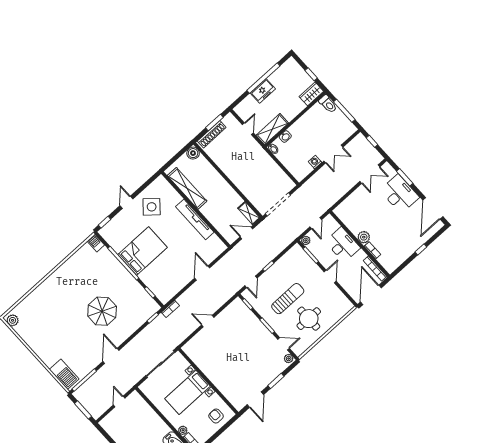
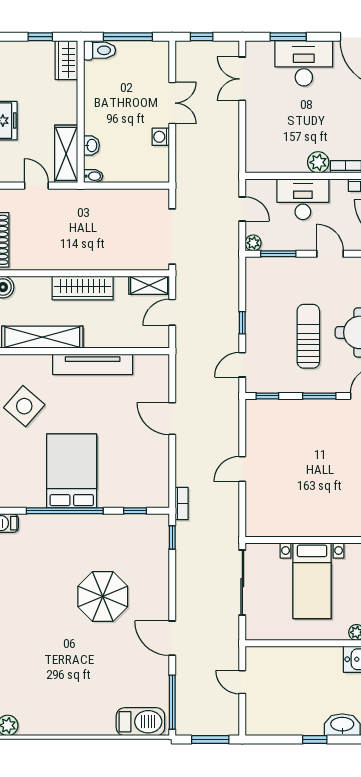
double door: (370, 174) -> (242, 79), swing flipped
wardrobe: (223, 187) -> (83, 288), added
door: (251, 282) -> (242, 365), swing flipped

